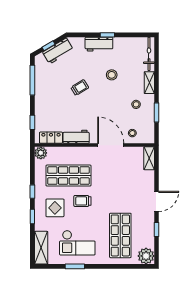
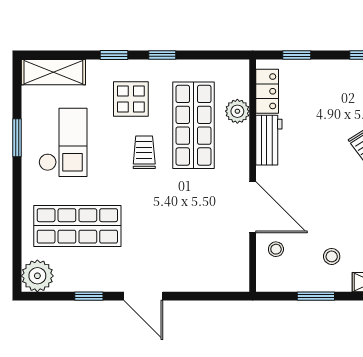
door: (111, 145) -> (253, 207), hinge flipped
plant: (41, 153) -> (237, 111), moved
shelving: (149, 158) -> (227, 282), removed
checkout: (77, 243) -> (63, 142), turned 180

